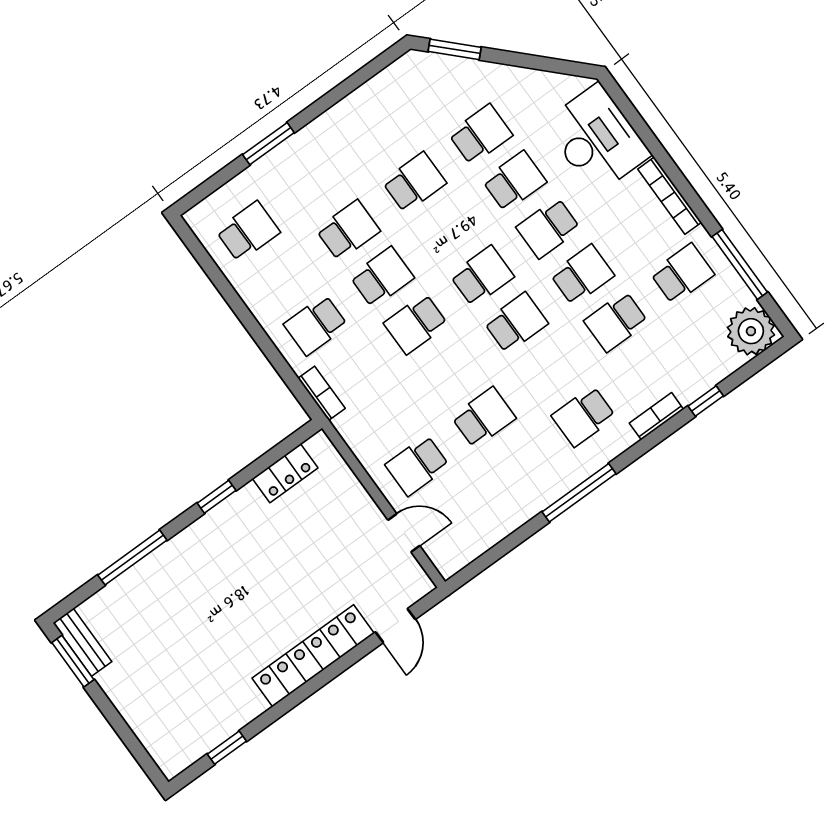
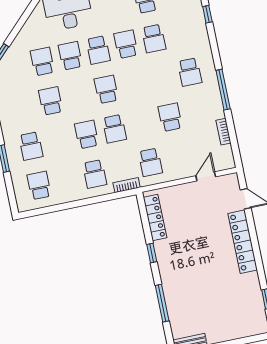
school desk: (348, 230) -> (31, 146), moved, turned 180
school desk: (516, 323) -> (134, 84), removed
bookcase: (656, 416) -> (223, 132), moved
school desk: (417, 465) -> (150, 162), moved
locker: (285, 473) -> (155, 218), width x1.53

